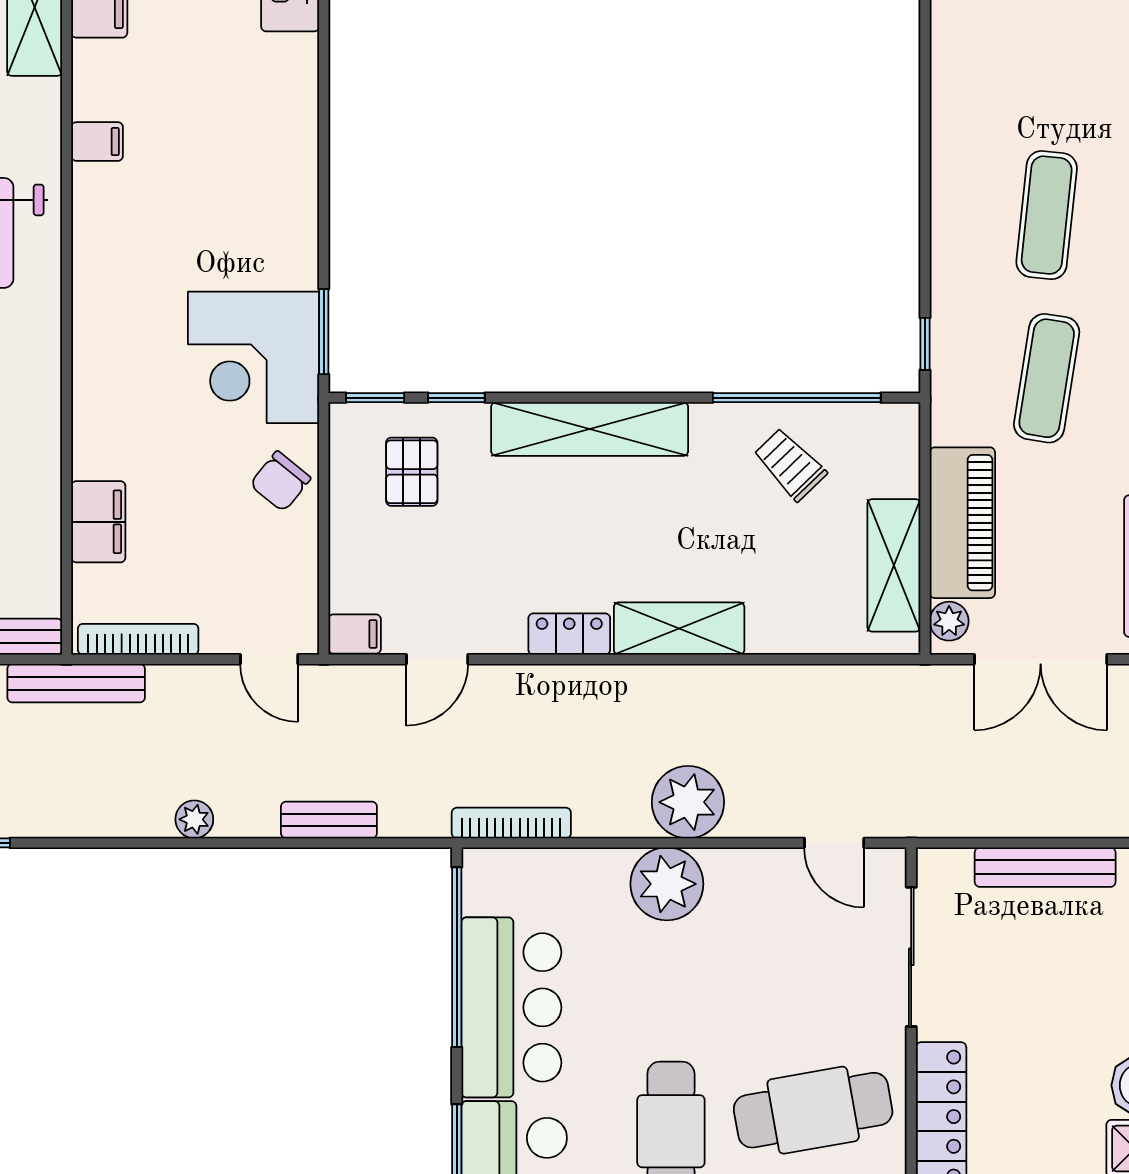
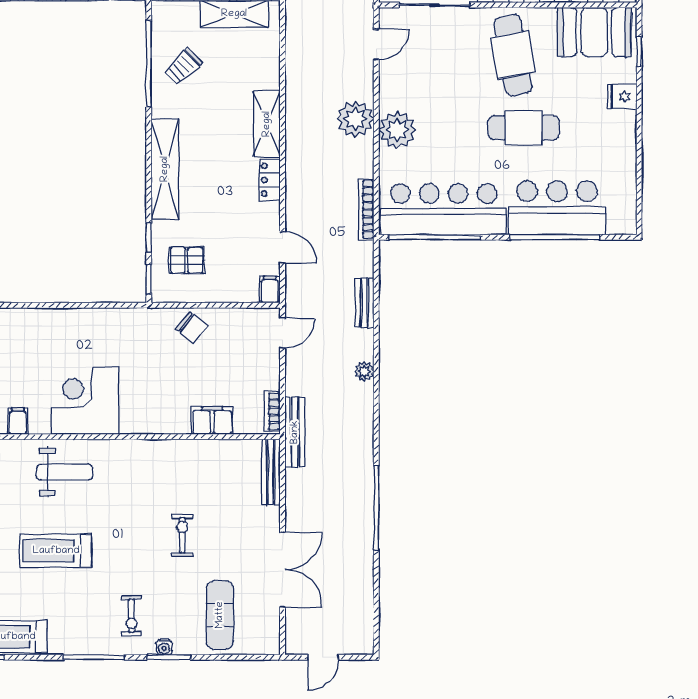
window: (324, 332) -> (115, 305), removed
corner desk: (253, 357) -> (85, 401), moved, turned 180
bookcase: (138, 639) -> (272, 411), width x0.64
bar counter: (511, 1007) -> (444, 209), width x1.36

